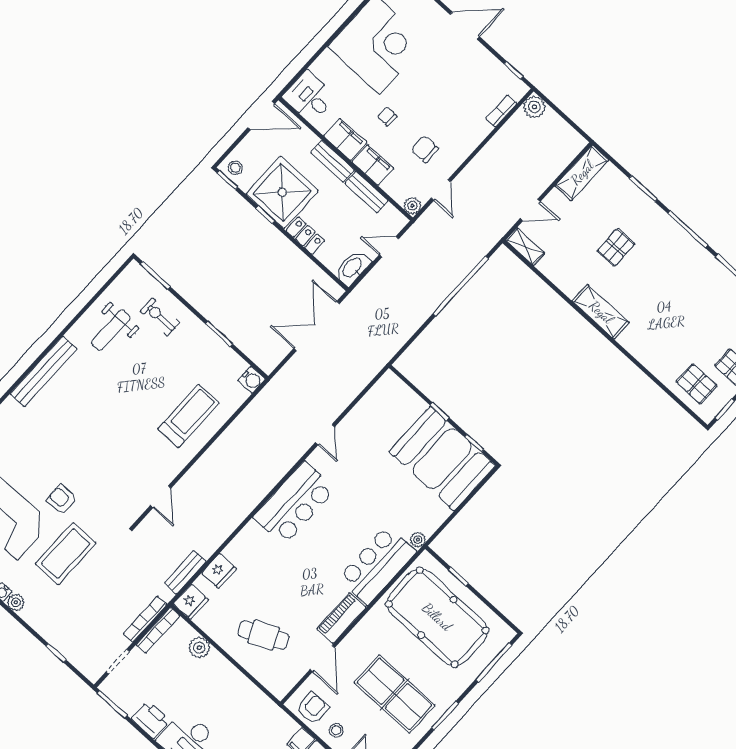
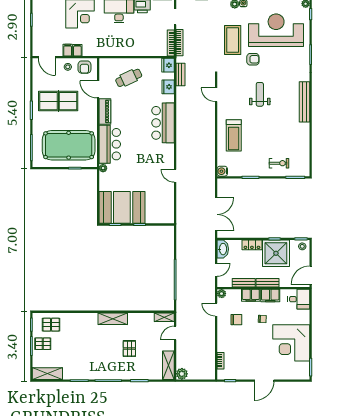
plant: (534, 107) -> (182, 374), moved
weight bench: (111, 330) -> (260, 94), moved
bar counter: (294, 503) -> (163, 123), moved
plant: (199, 648) -> (149, 51), removed

